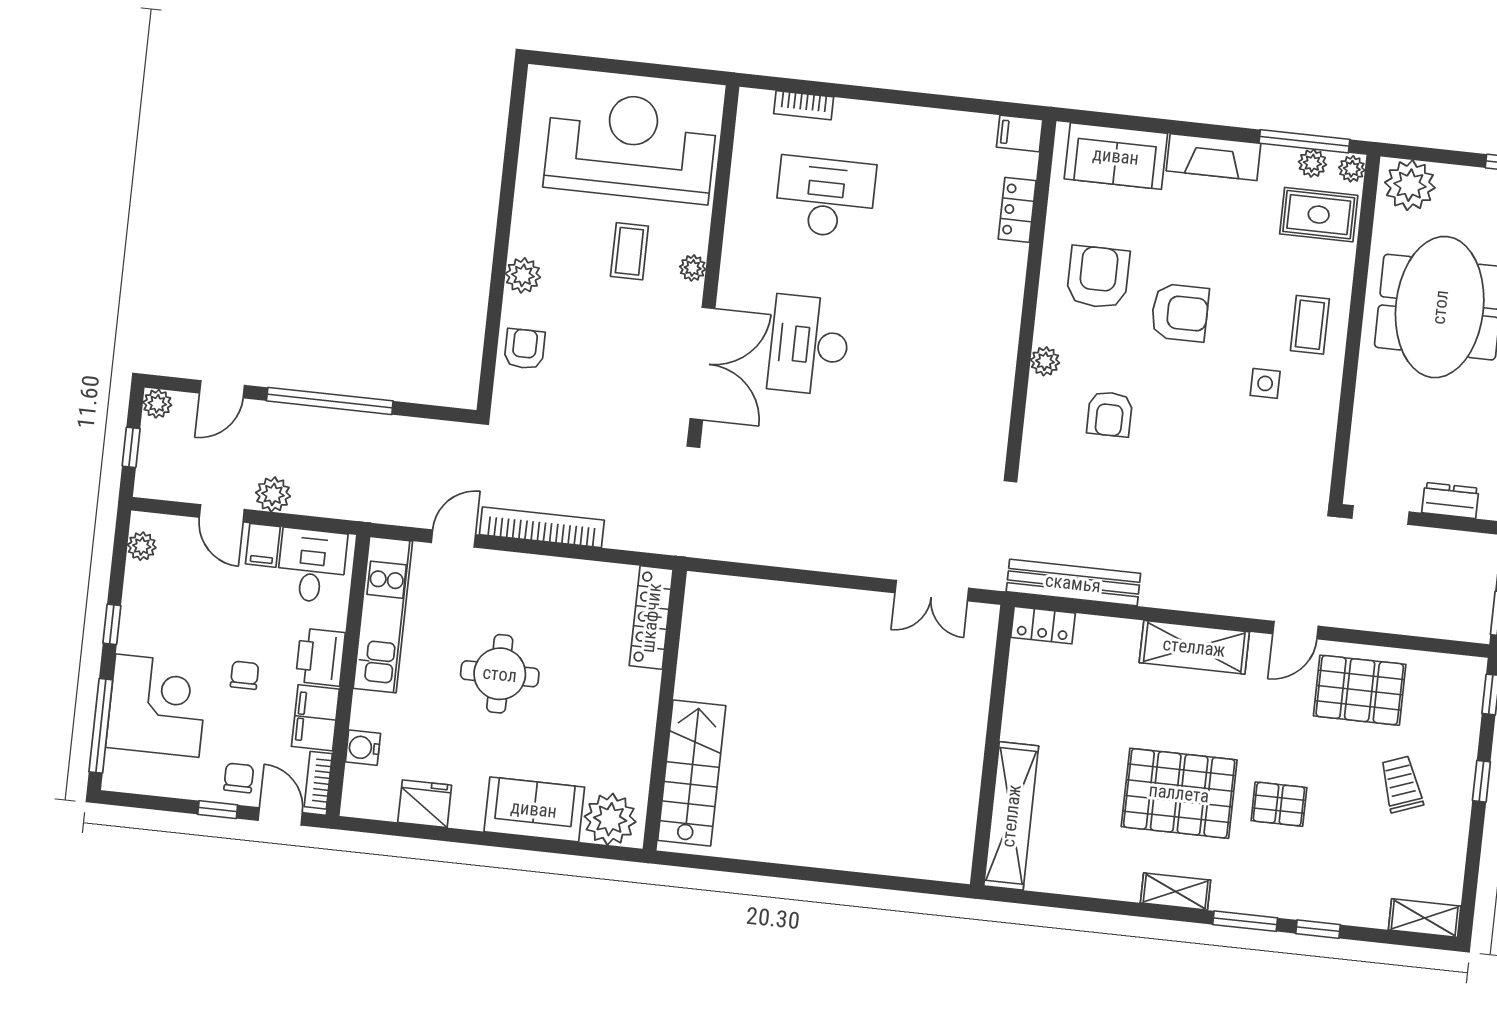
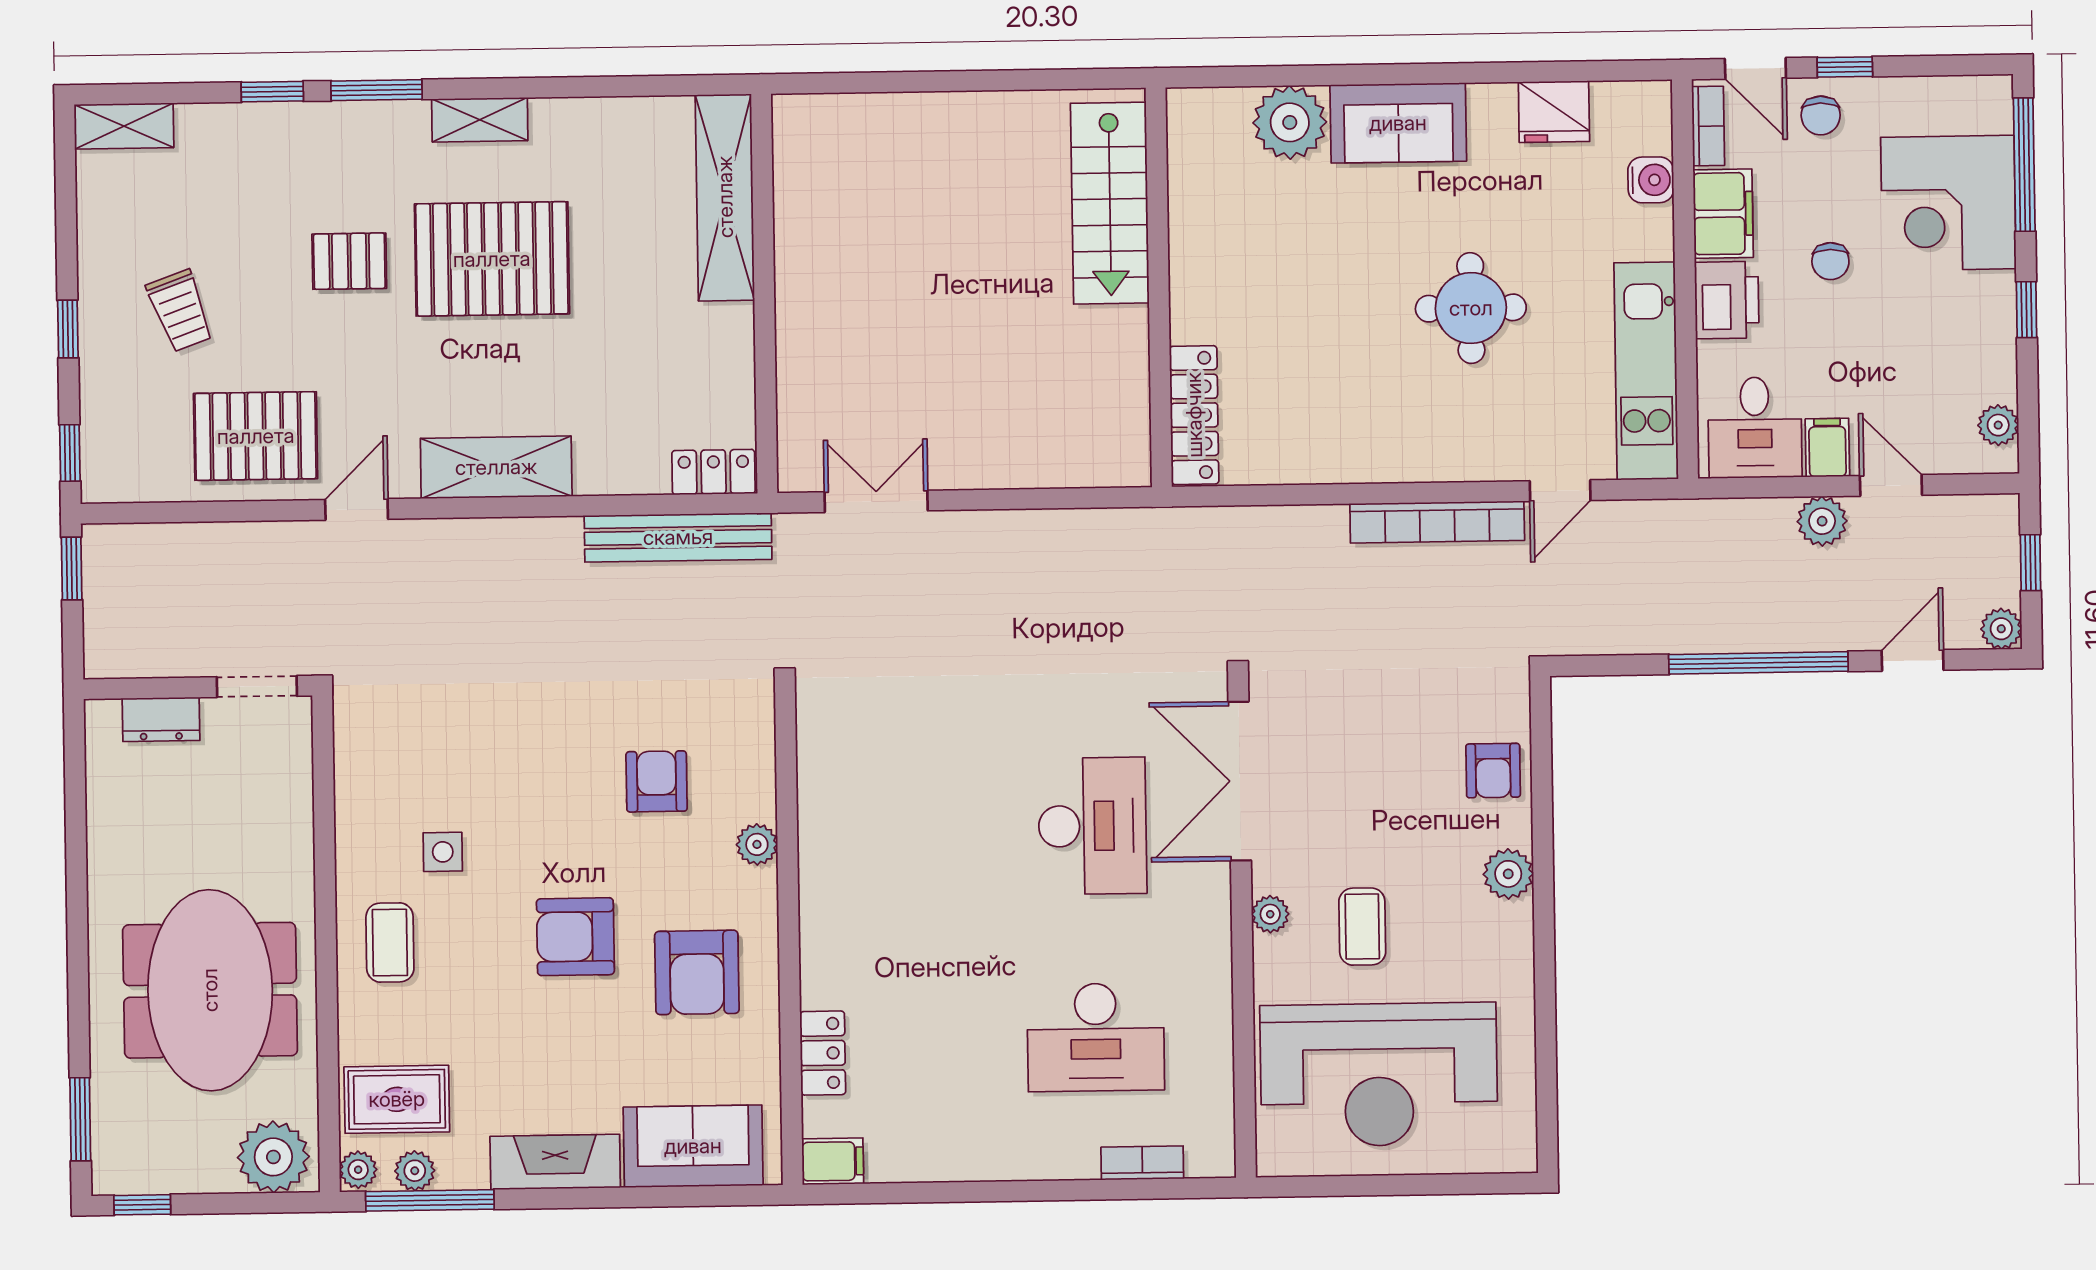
locker: (651, 618) -> (1194, 415), moved
wall: (665, 710) -> (1159, 287), moved
stairs: (692, 773) -> (1110, 203), moved

